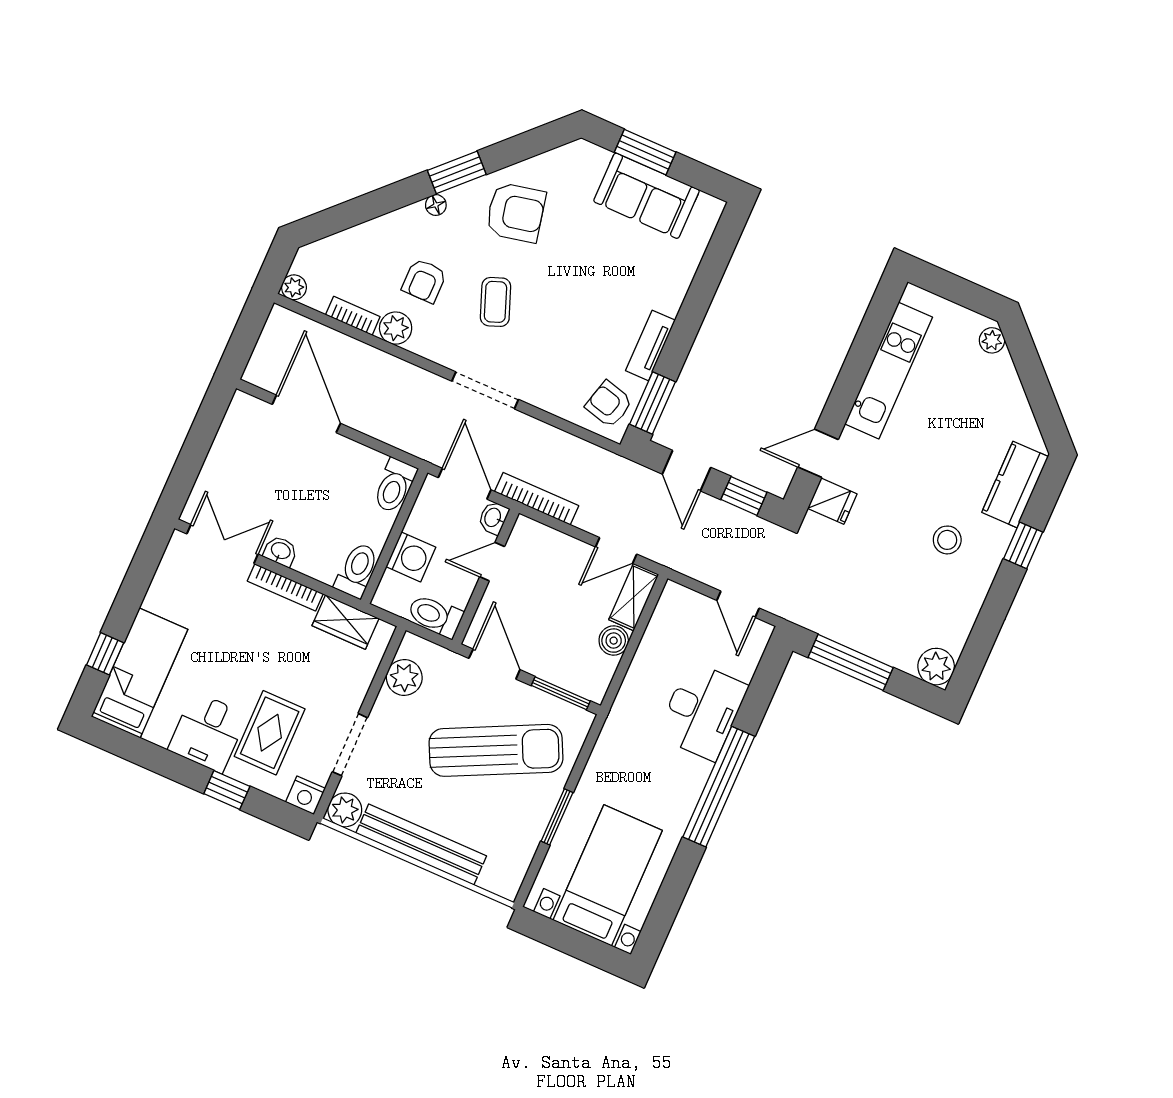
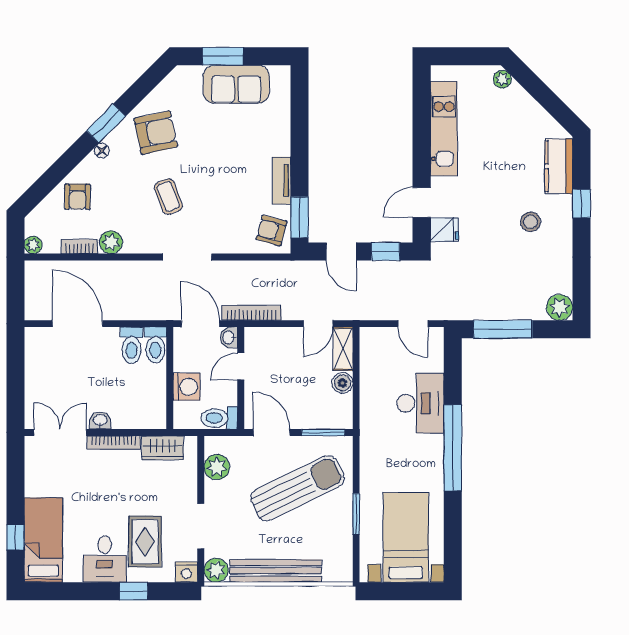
armchair: (424, 281) -> (77, 197), moved
toilet: (357, 570) -> (132, 345), moved, turned 180

